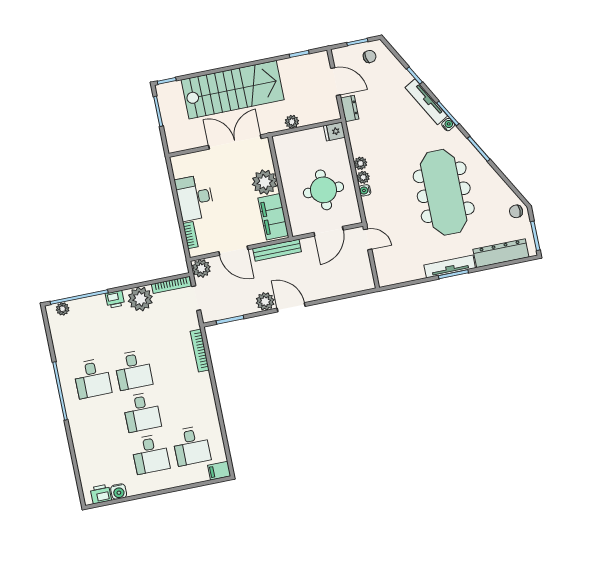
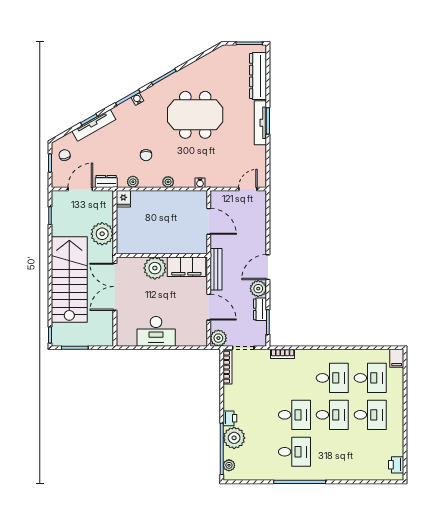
tv unit: (426, 102) -> (94, 125), moved
plant: (292, 122) -> (102, 234), width x1.88, depth x1.88
plant: (360, 163) -> (133, 182), moved
round table: (323, 190) -> (172, 218), removed
water cooler: (365, 190) -> (200, 183), moved
meeting table: (444, 192) -> (195, 115), width x0.73
chair: (516, 211) -> (146, 155), moved
bookcase: (190, 235) -> (188, 342), removed
door: (368, 239) -> (248, 189), moved
door: (233, 251) -> (209, 307), hinge flipped
plant: (140, 299) -> (234, 438), moved
dresser: (243, 308) -> (260, 309), added
bookcase: (200, 351) -> (283, 354), width x0.64
desk: (183, 404) -> (332, 378), added
water cooler: (119, 492) -> (397, 449), removed

